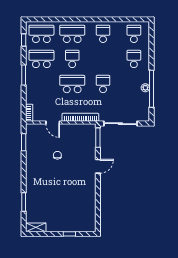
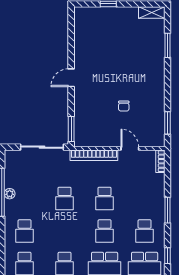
school desk: (41, 59) -> (145, 231), width x0.54
school desk: (72, 84) -> (105, 198), width x0.54
door: (98, 166) -> (71, 78), moved

